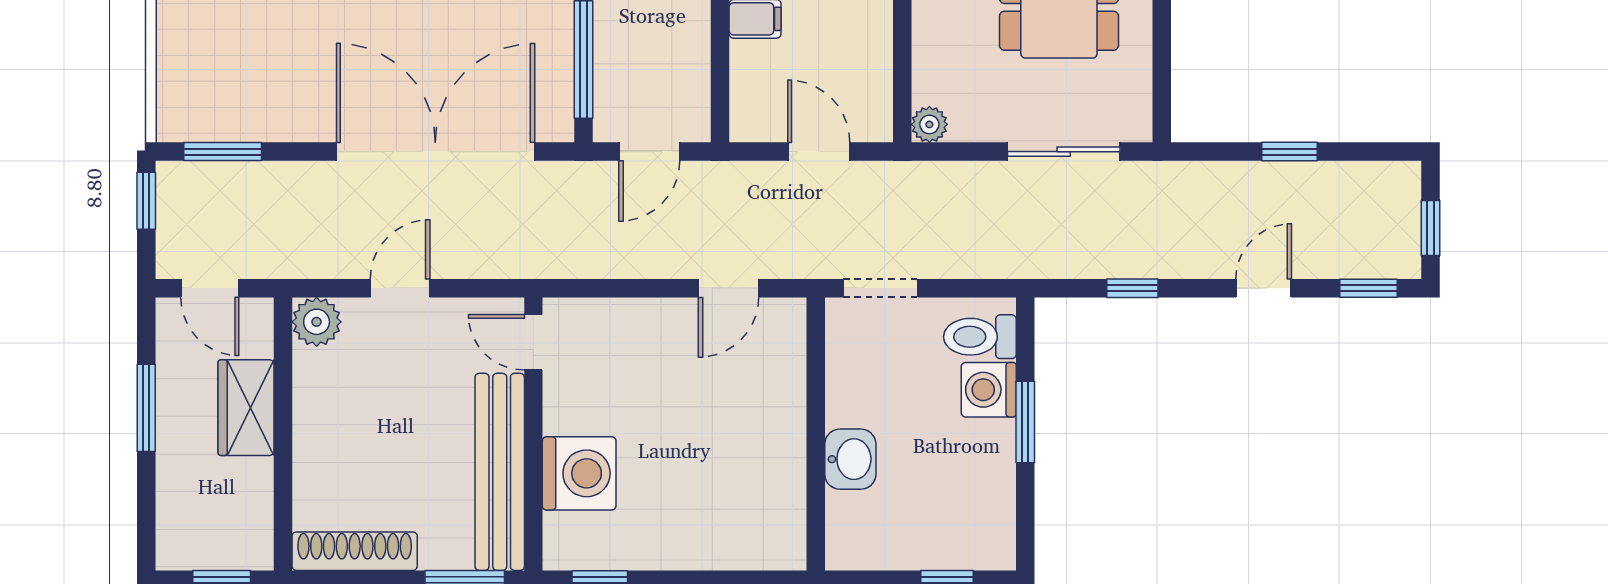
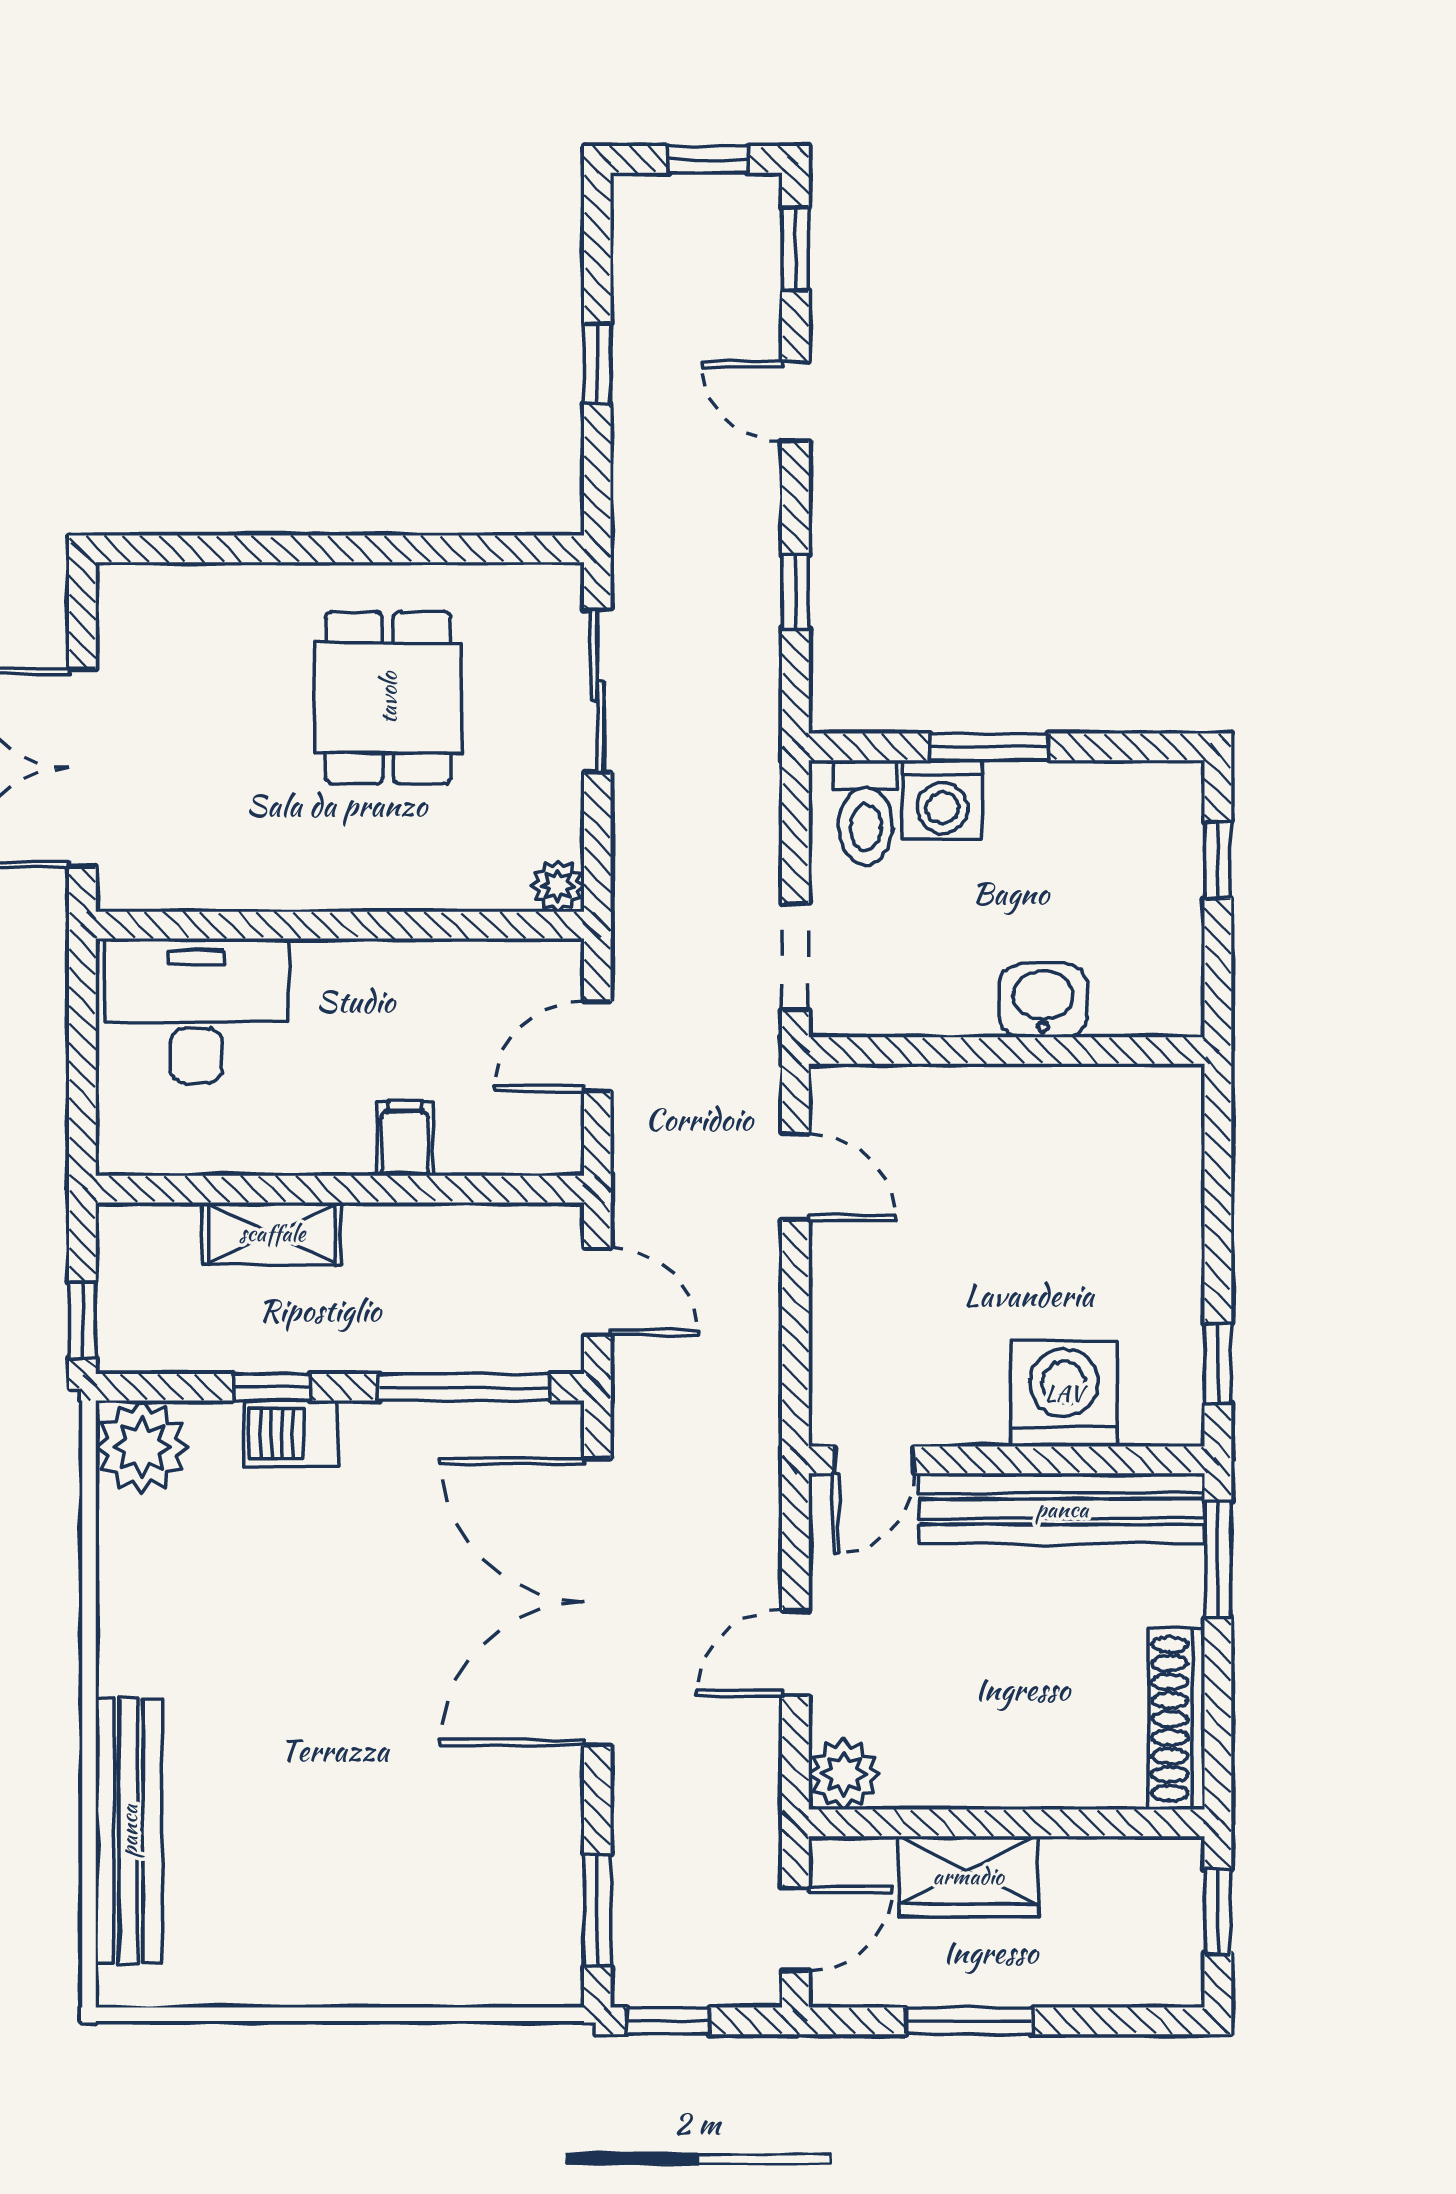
door: (400, 288) -> (795, 1653), hinge flipped

